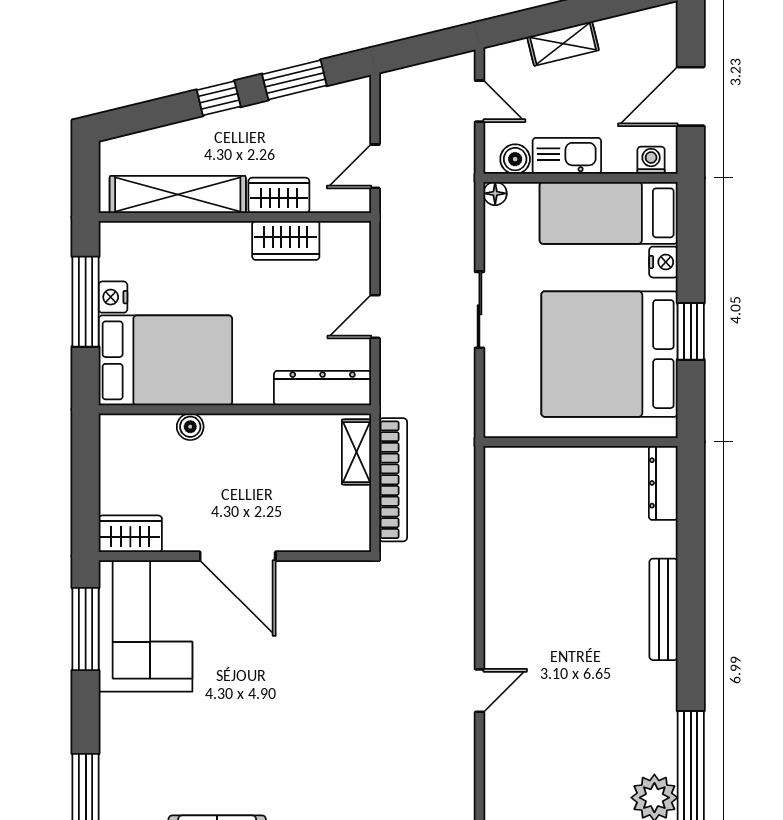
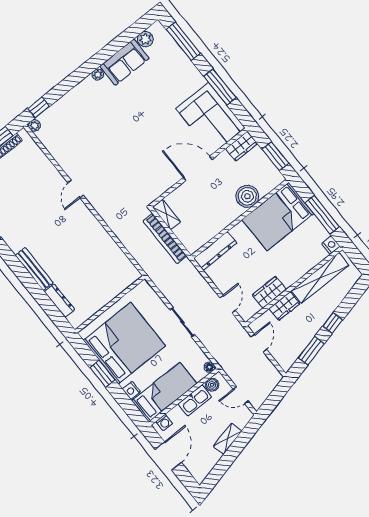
nightstand: (113, 297) -> (331, 245), moved
door: (375, 317) -> (228, 304), moved
boiler: (190, 427) -> (247, 196), width x1.86, depth x1.86
shelving: (357, 452) -> (166, 214), moved
window: (86, 469) -> (275, 156), added
dresser: (663, 483) -> (59, 301), moved
window: (86, 629) -> (220, 87), moved

